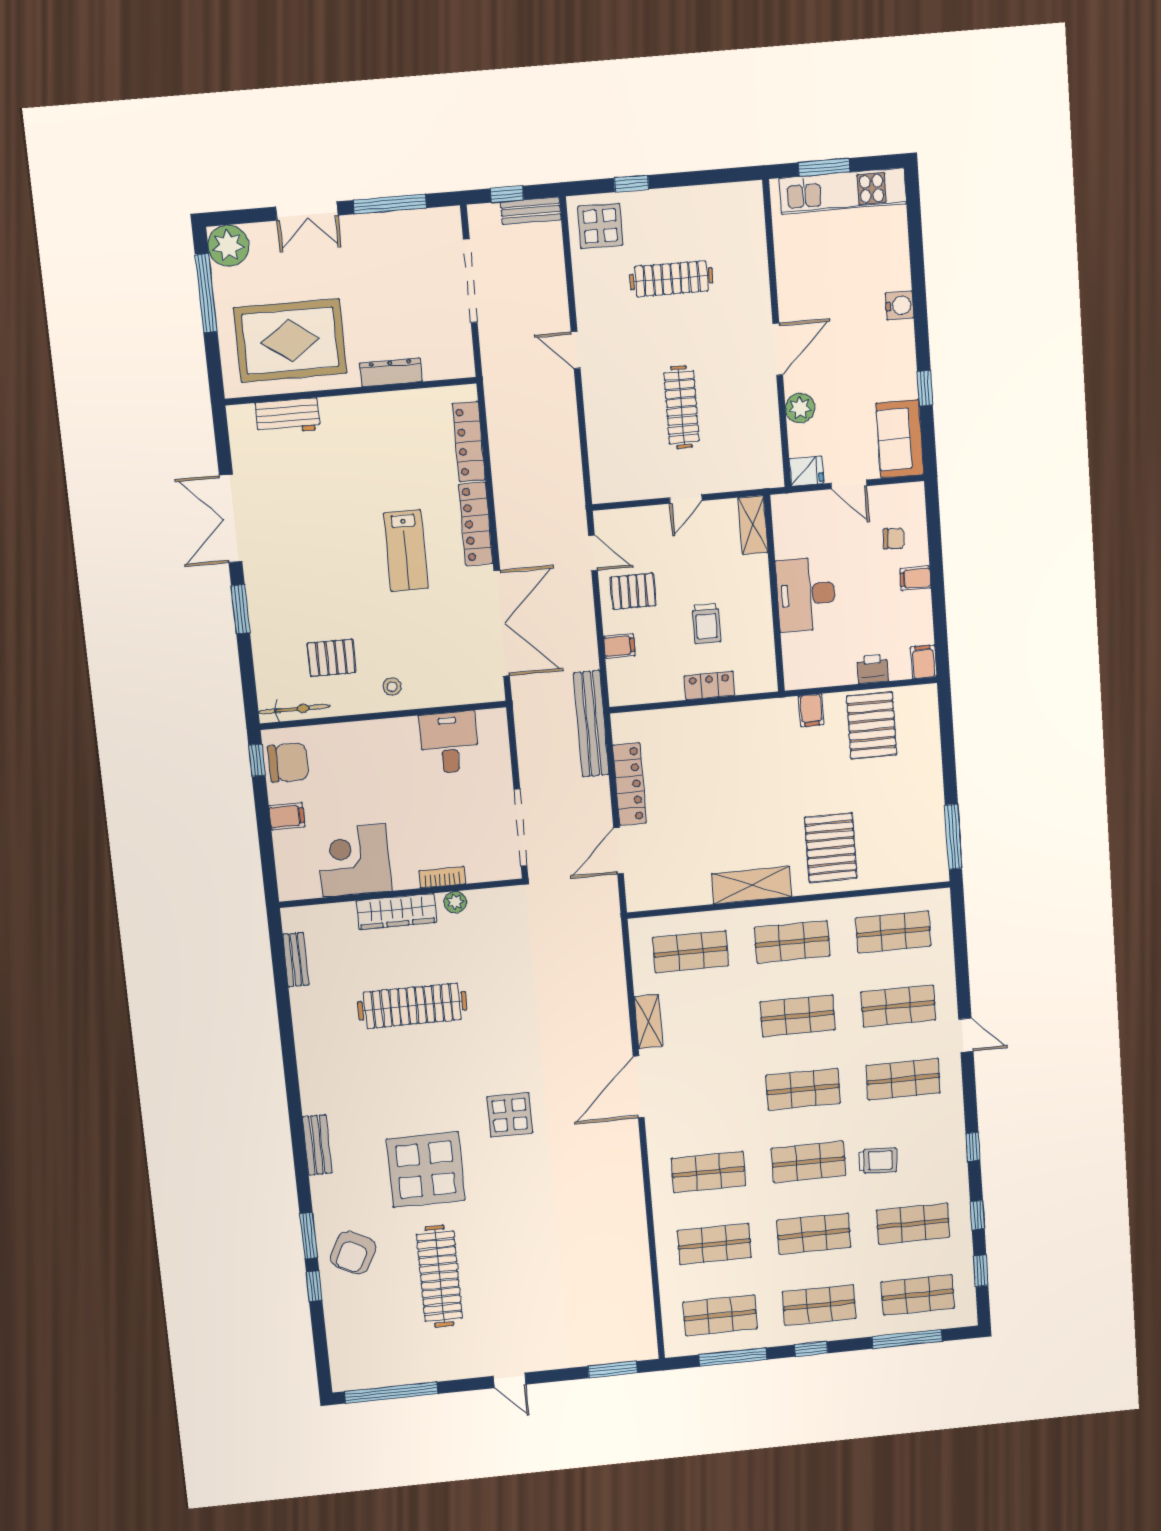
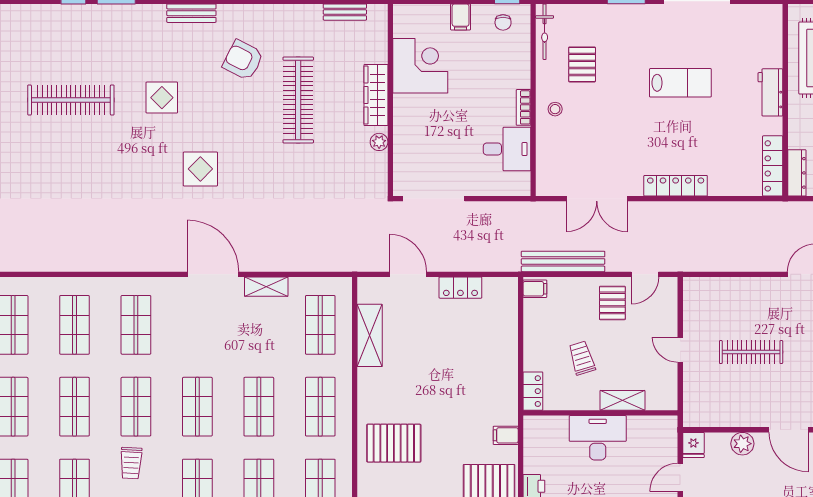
dresser: (391, 372) -> (797, 173), moved
workbench: (287, 416) -> (770, 92), moved
locker: (469, 442) -> (773, 166), moved, turned -90
shelving: (753, 525) -> (622, 400), moved
lab bench: (406, 551) -> (680, 83), moved, turned 180
double door: (502, 623) -> (597, 199), width x0.73
trolley: (706, 624) -> (582, 358), turned 73
filing cabinet: (619, 646) -> (535, 289), moved, turned -90
locker: (709, 685) -> (533, 391), moved
bench: (591, 724) -> (563, 261), moved
chair: (288, 763) -> (503, 22), width x0.54, depth x0.54
locker: (630, 784) -> (460, 288), width x0.66
bookcase: (442, 877) -> (523, 107), moved, turned 180
shelving: (752, 885) -> (370, 335), moved
display table: (426, 1170) -> (162, 98), width x0.54, depth x0.54
armchair: (353, 1253) -> (243, 60), moved

